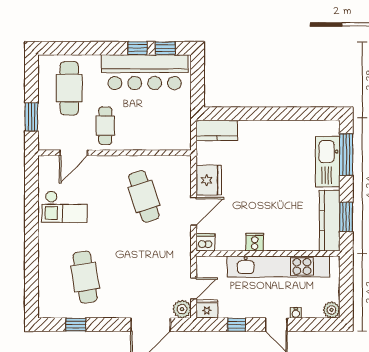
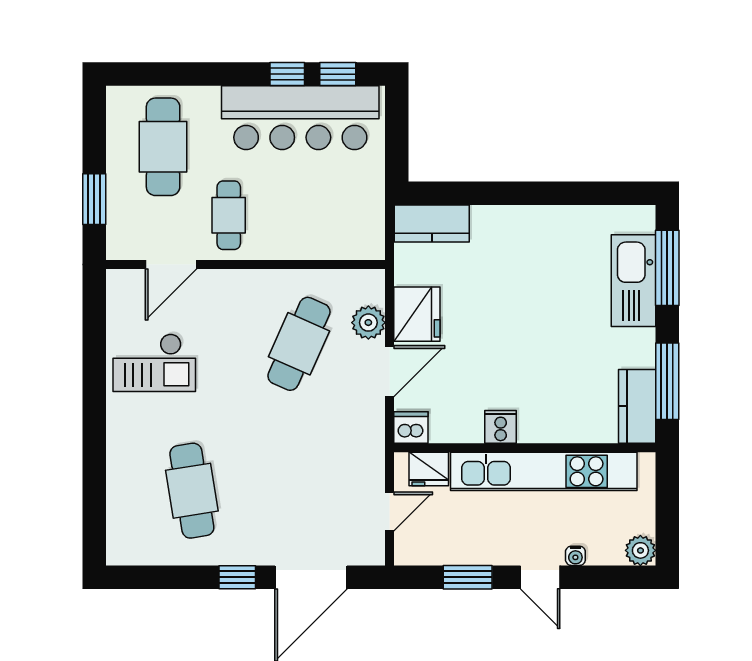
cafe table: (144, 196) -> (299, 344), turned 42
window: (346, 217) -> (667, 381), width x1.44
kitchen counter: (330, 221) -> (637, 406), width x0.67
plant: (182, 309) -> (368, 323), moved
fridge: (207, 309) -> (429, 469), moved, turned 180
window: (76, 325) -> (237, 577), moved
window: (237, 325) -> (468, 577), width x1.50

